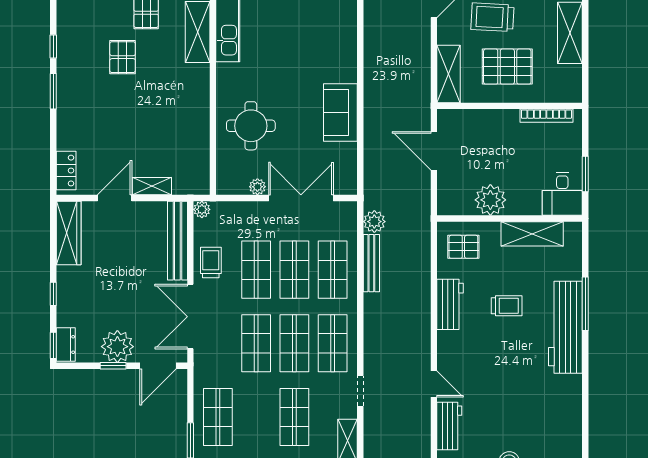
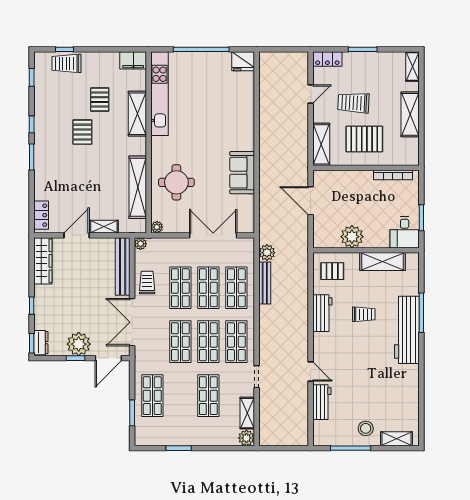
shelving: (198, 133) -> (138, 187), added
plant: (257, 187) -> (157, 227), moved

